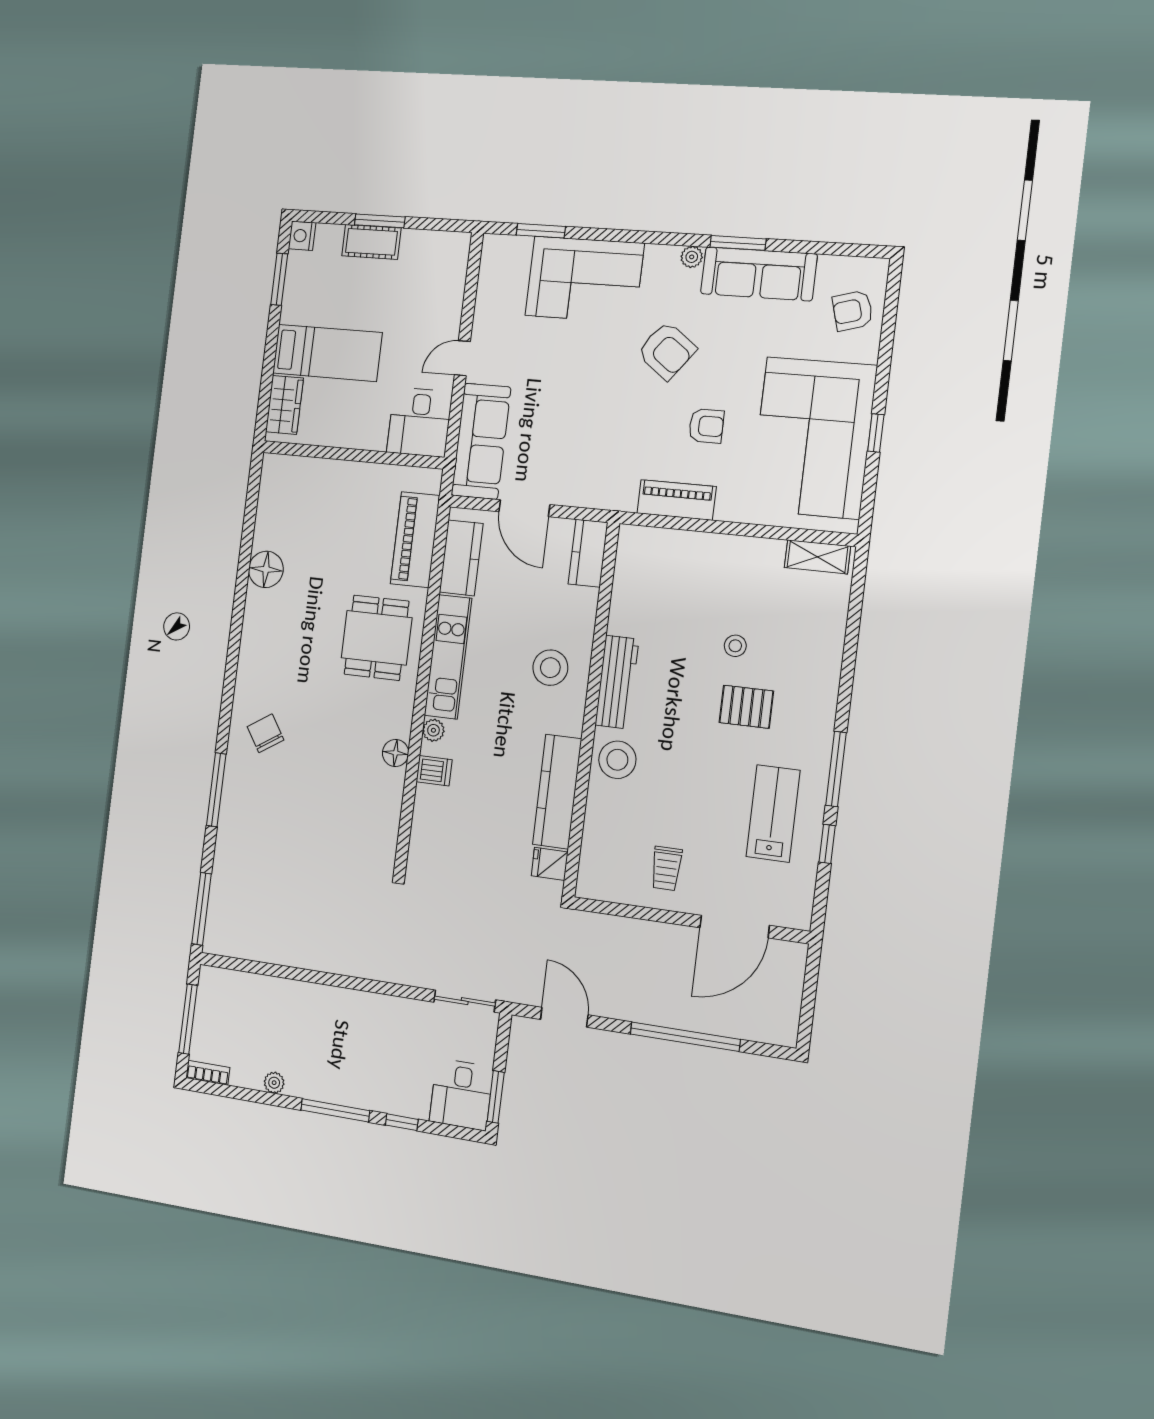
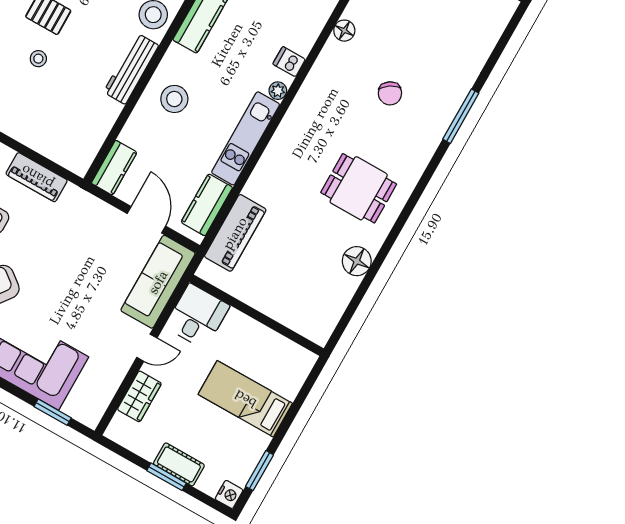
wardrobe: (284, 405) -> (139, 396), moved, turned 180
dining table: (377, 638) -> (359, 188), moved, turned 90
chair: (265, 733) -> (390, 93), moved
floor lamp: (396, 753) -> (344, 31), moved
window: (202, 909) -> (508, 34), removed

